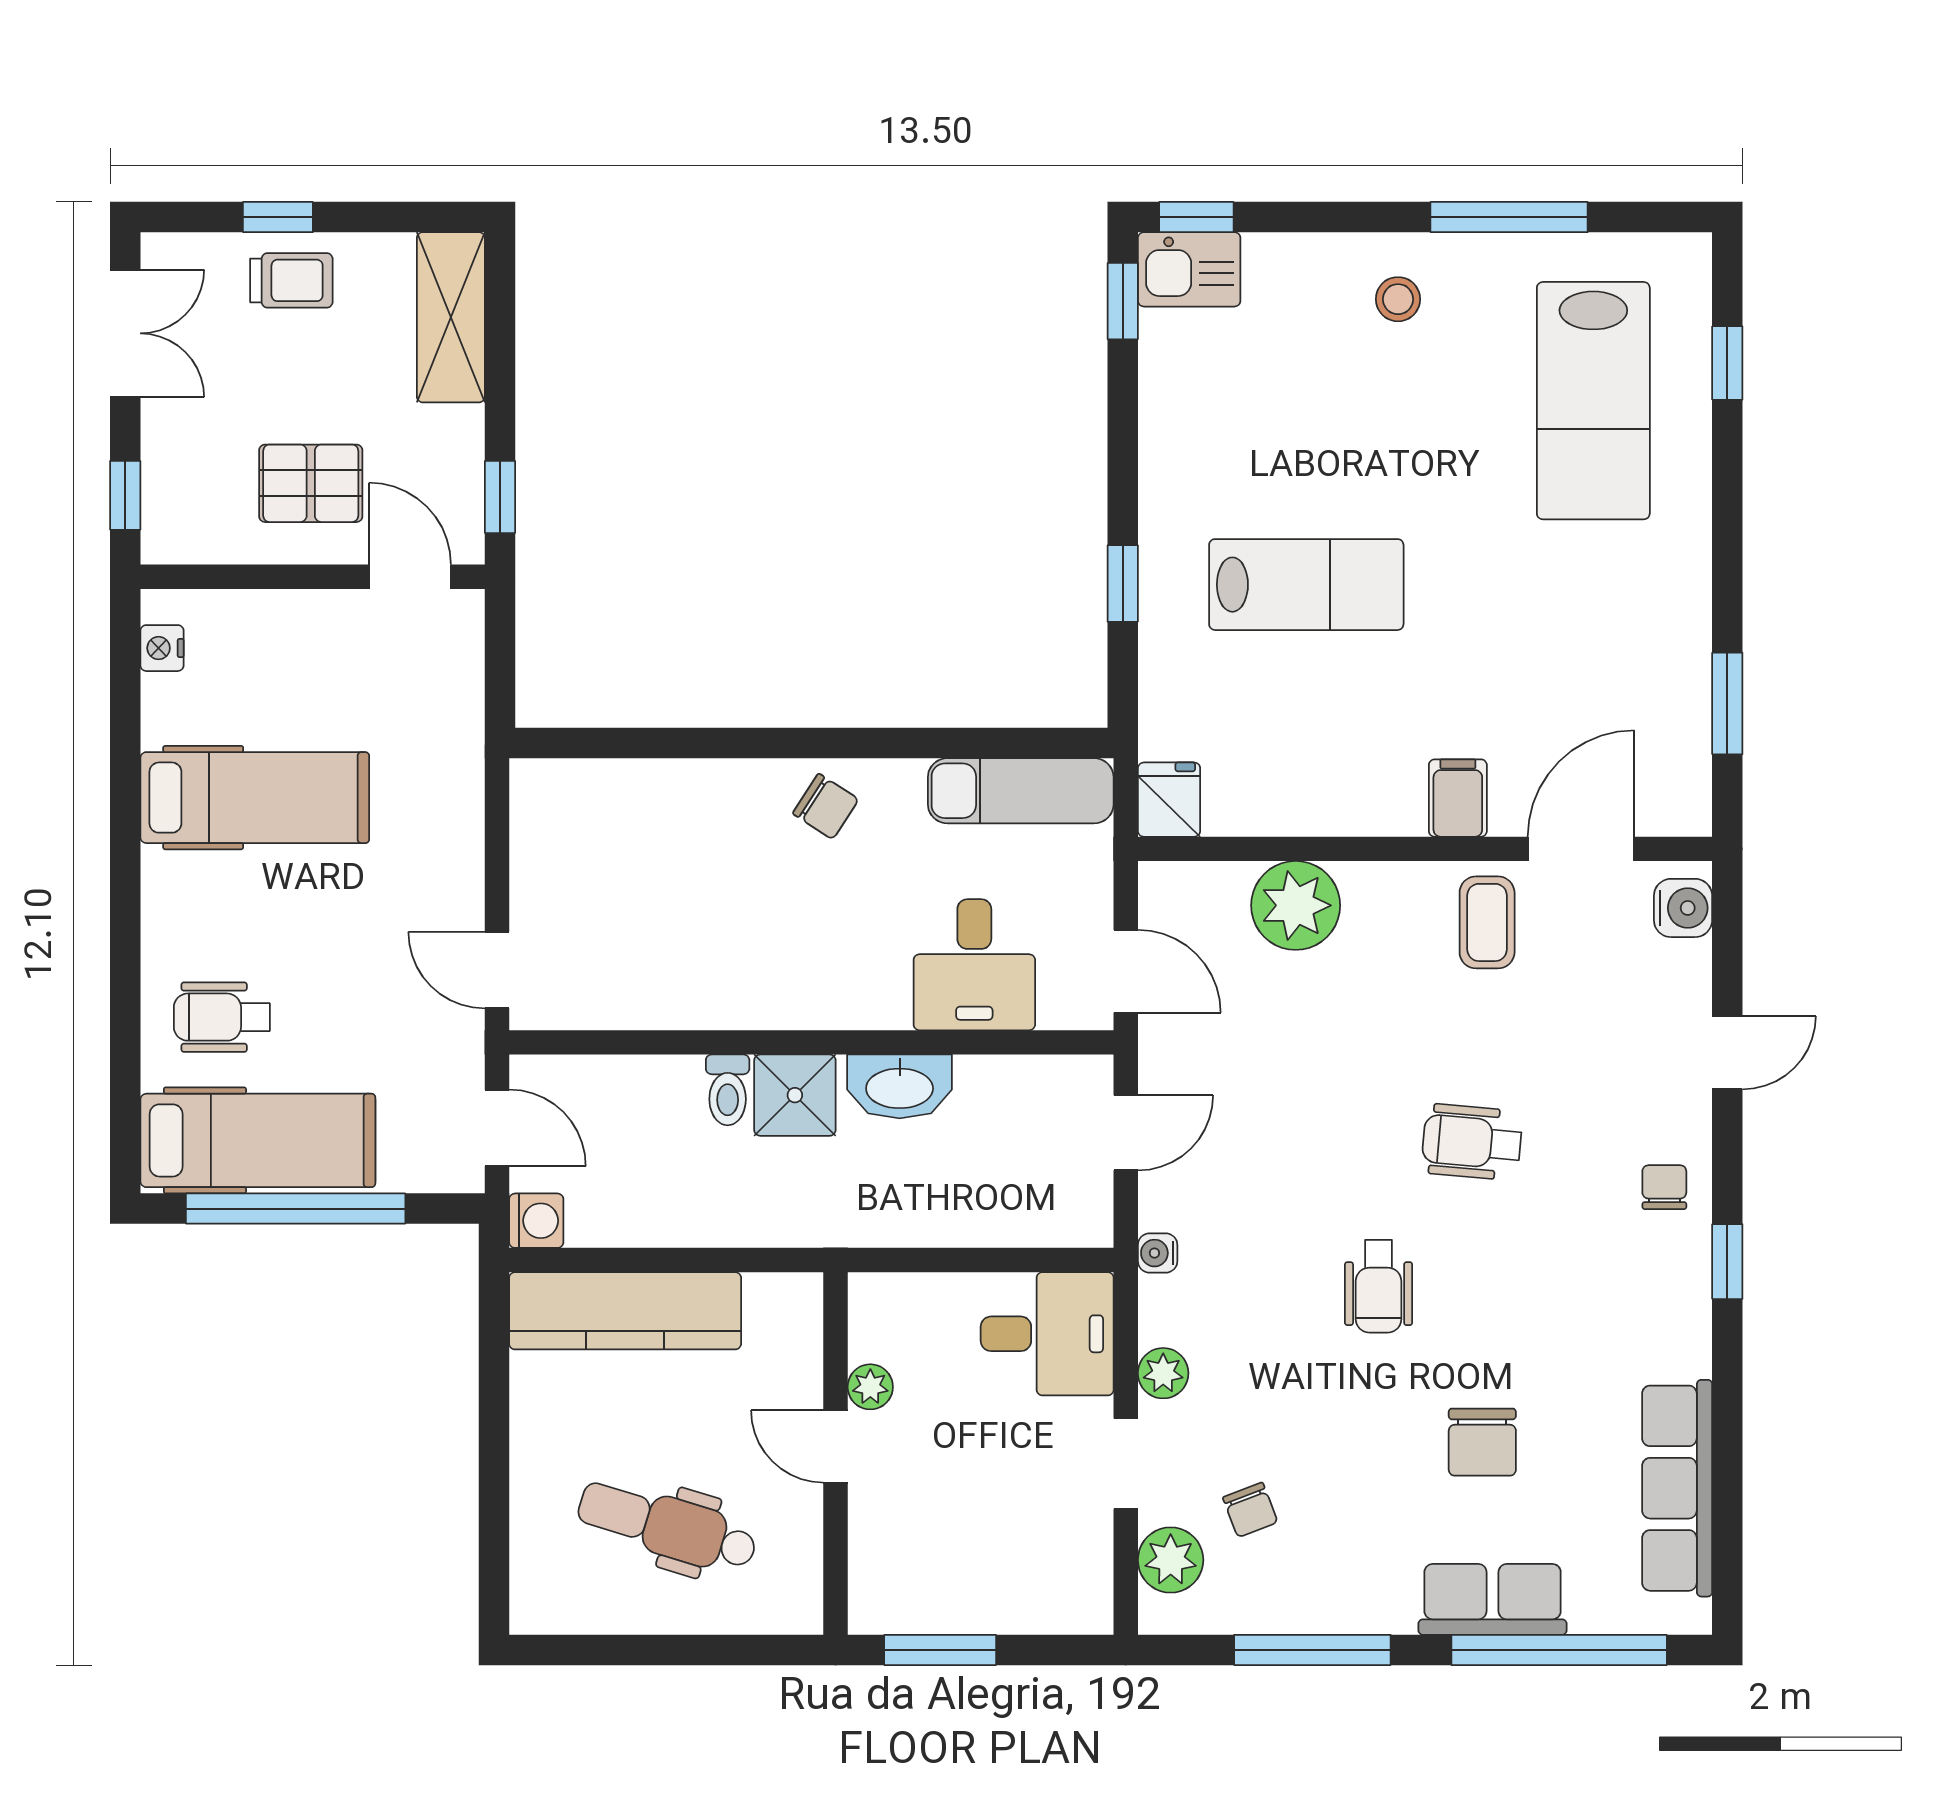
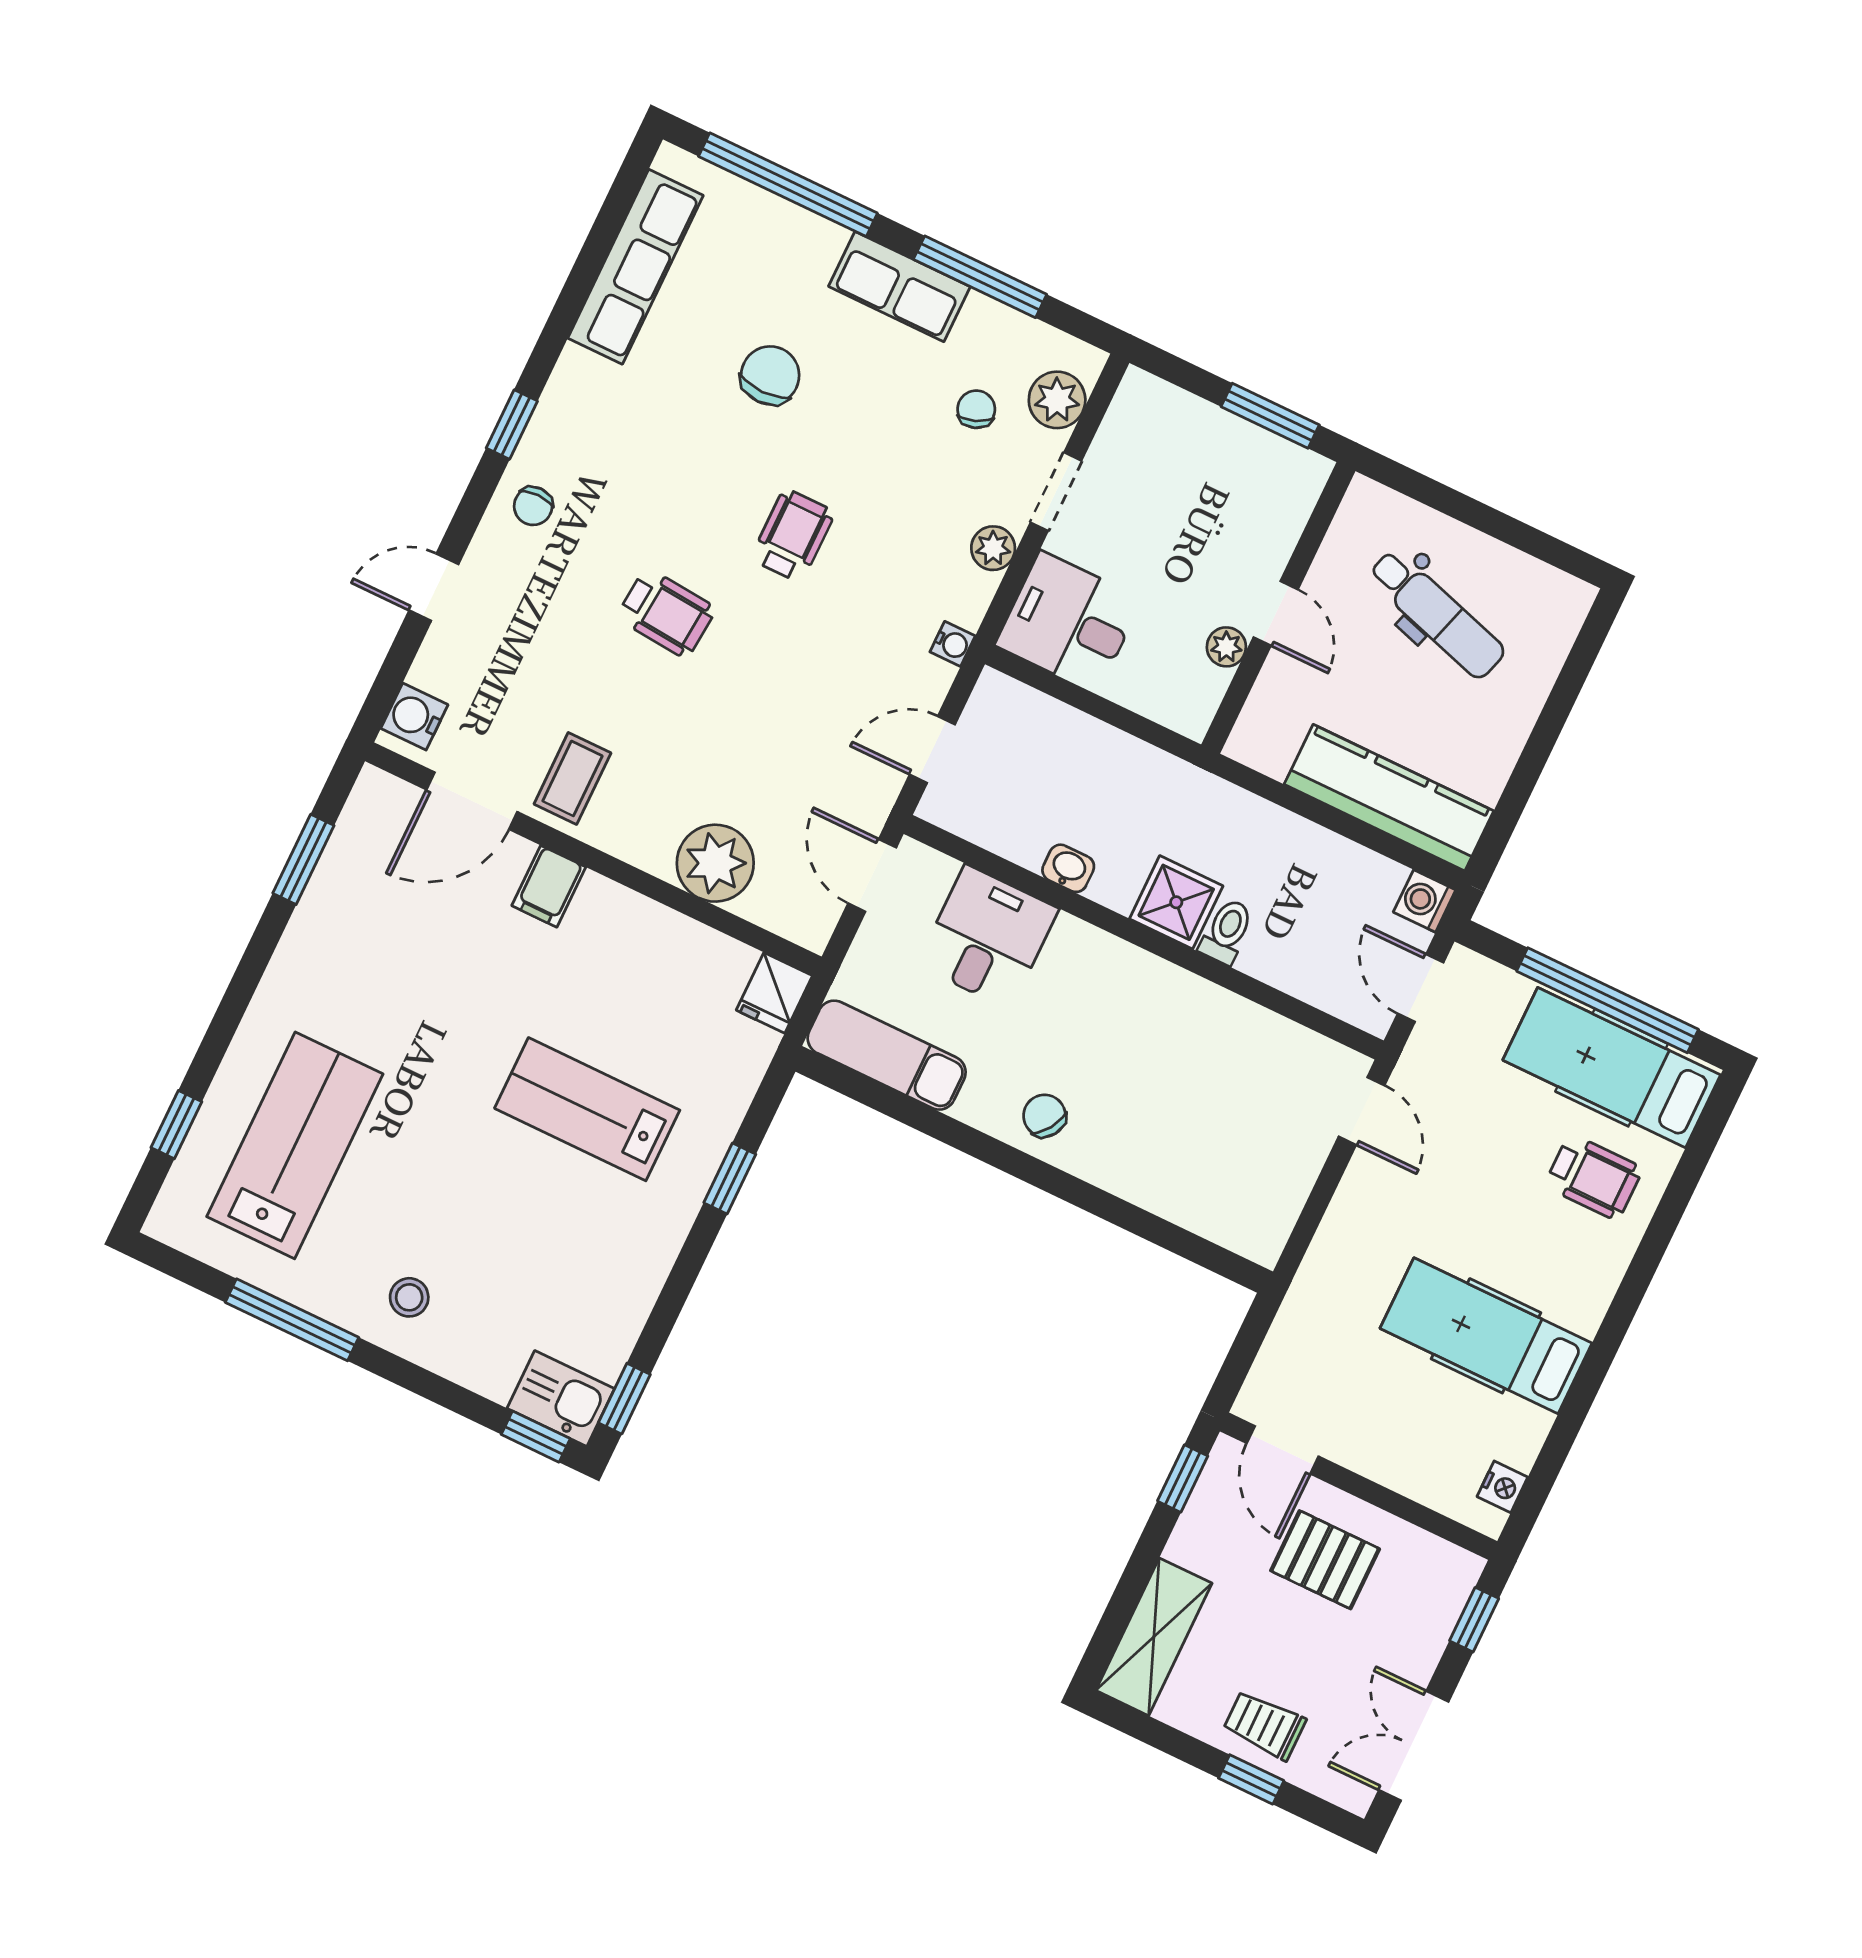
washbasin: (900, 1086) -> (1068, 868), width x0.52, depth x0.69
row of seats: (1493, 1599) -> (899, 287), moved

